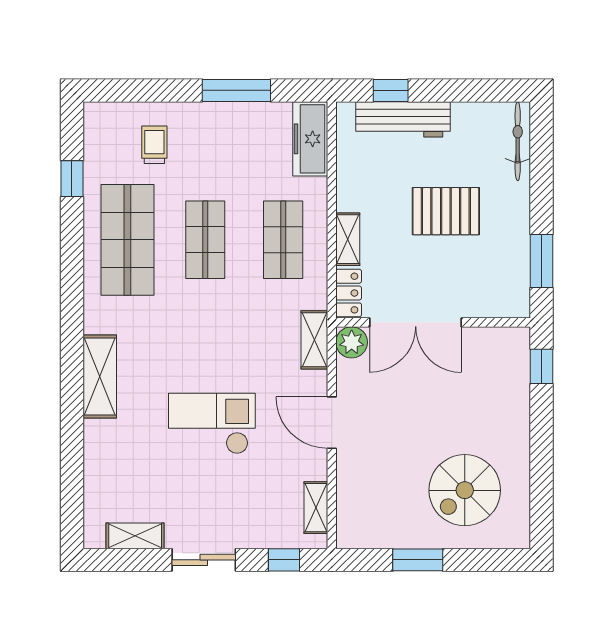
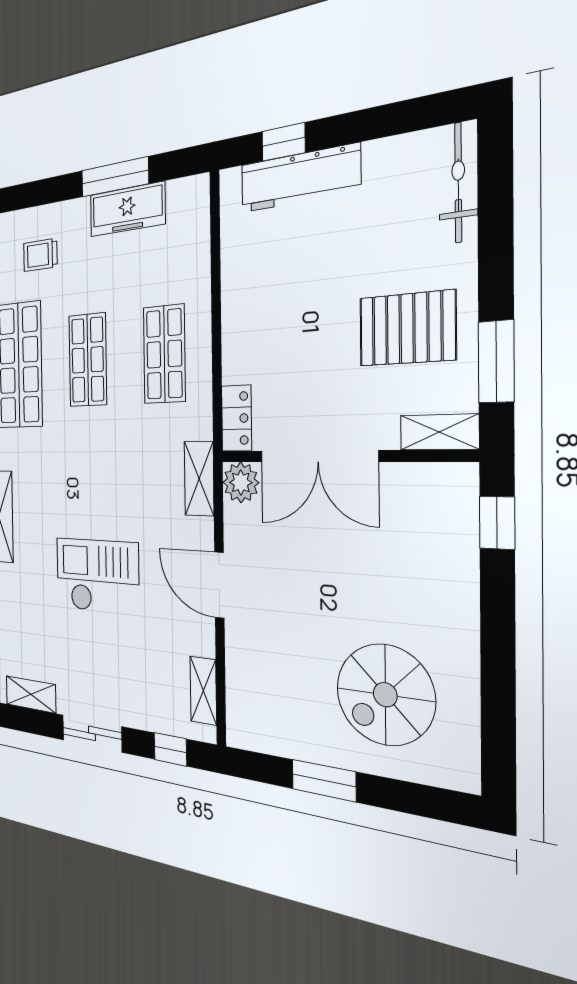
freezer: (310, 139) -> (127, 209), moved, turned -90
trolley: (154, 145) -> (40, 255), turned -90
pallet: (446, 211) -> (407, 328), moved
shelving: (348, 239) -> (439, 432), moved, turned 90

